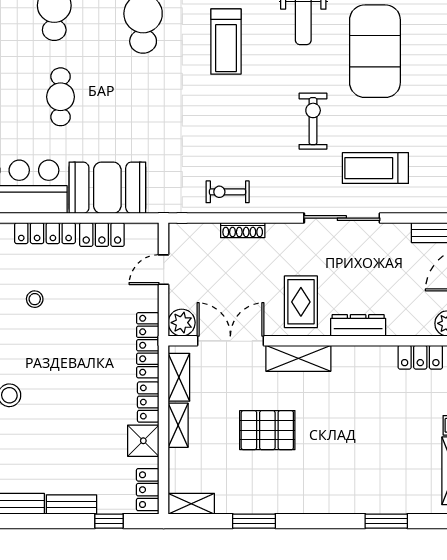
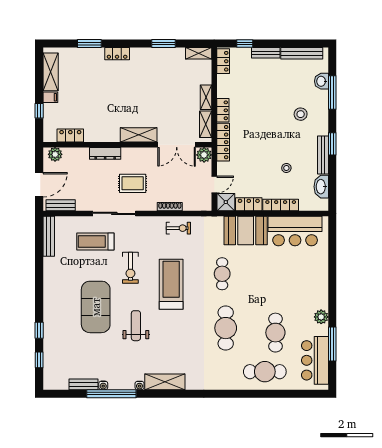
treadmill: (226, 42) -> (171, 284), moved, width x1.37, depth x1.38
cafe table: (61, 97) -> (222, 274), moved
treadmill: (375, 168) -> (95, 241), turned 180
rug: (301, 302) -> (133, 183), moved, turned 90
pallet: (267, 430) -> (156, 95), removed
shower: (143, 441) -> (226, 202), moved
locker: (337, 503) -> (117, 54), added

